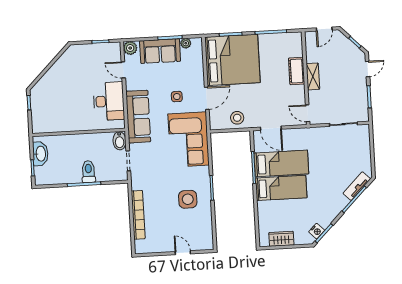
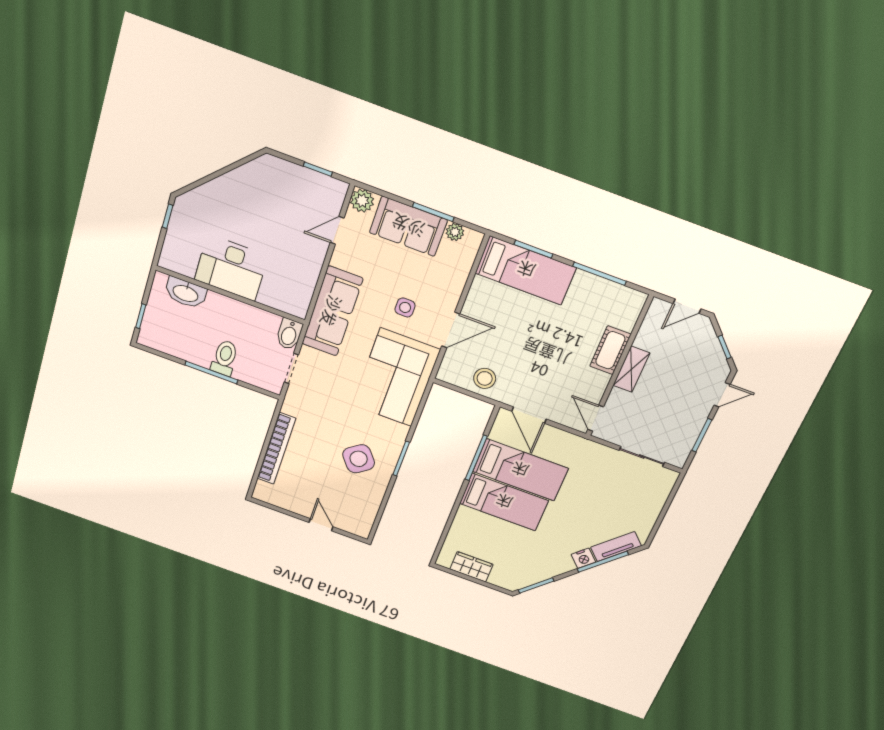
bed: (232, 60) -> (526, 270), width x0.49
door: (123, 70) -> (337, 230), hinge flipped
desk: (109, 101) -> (231, 268), moved, turned 90
washbasin: (40, 154) -> (186, 293), moved, turned 90
side table: (188, 199) -> (359, 459), turned -38
nightstand: (317, 231) -> (583, 558), moved

